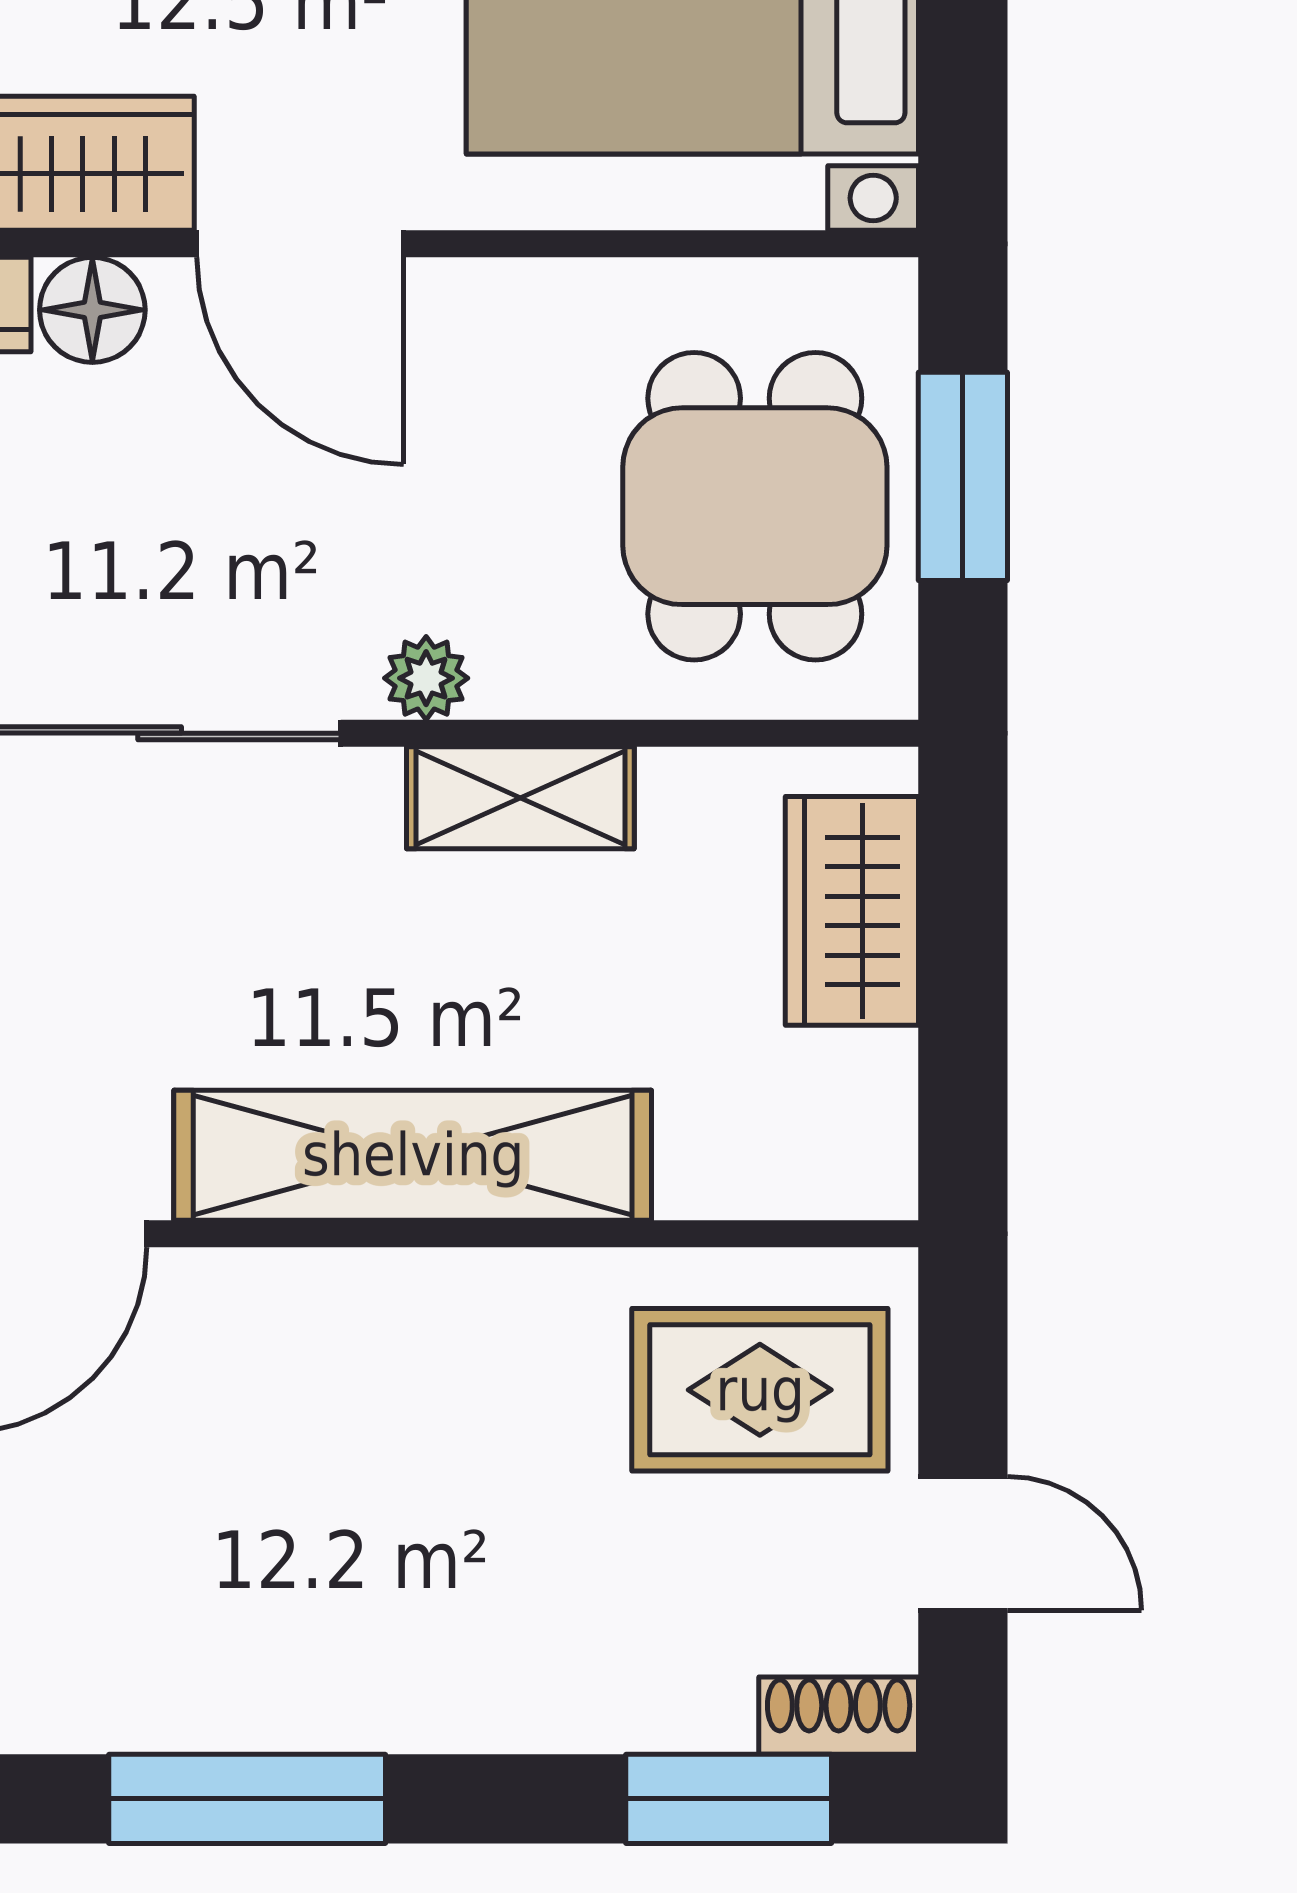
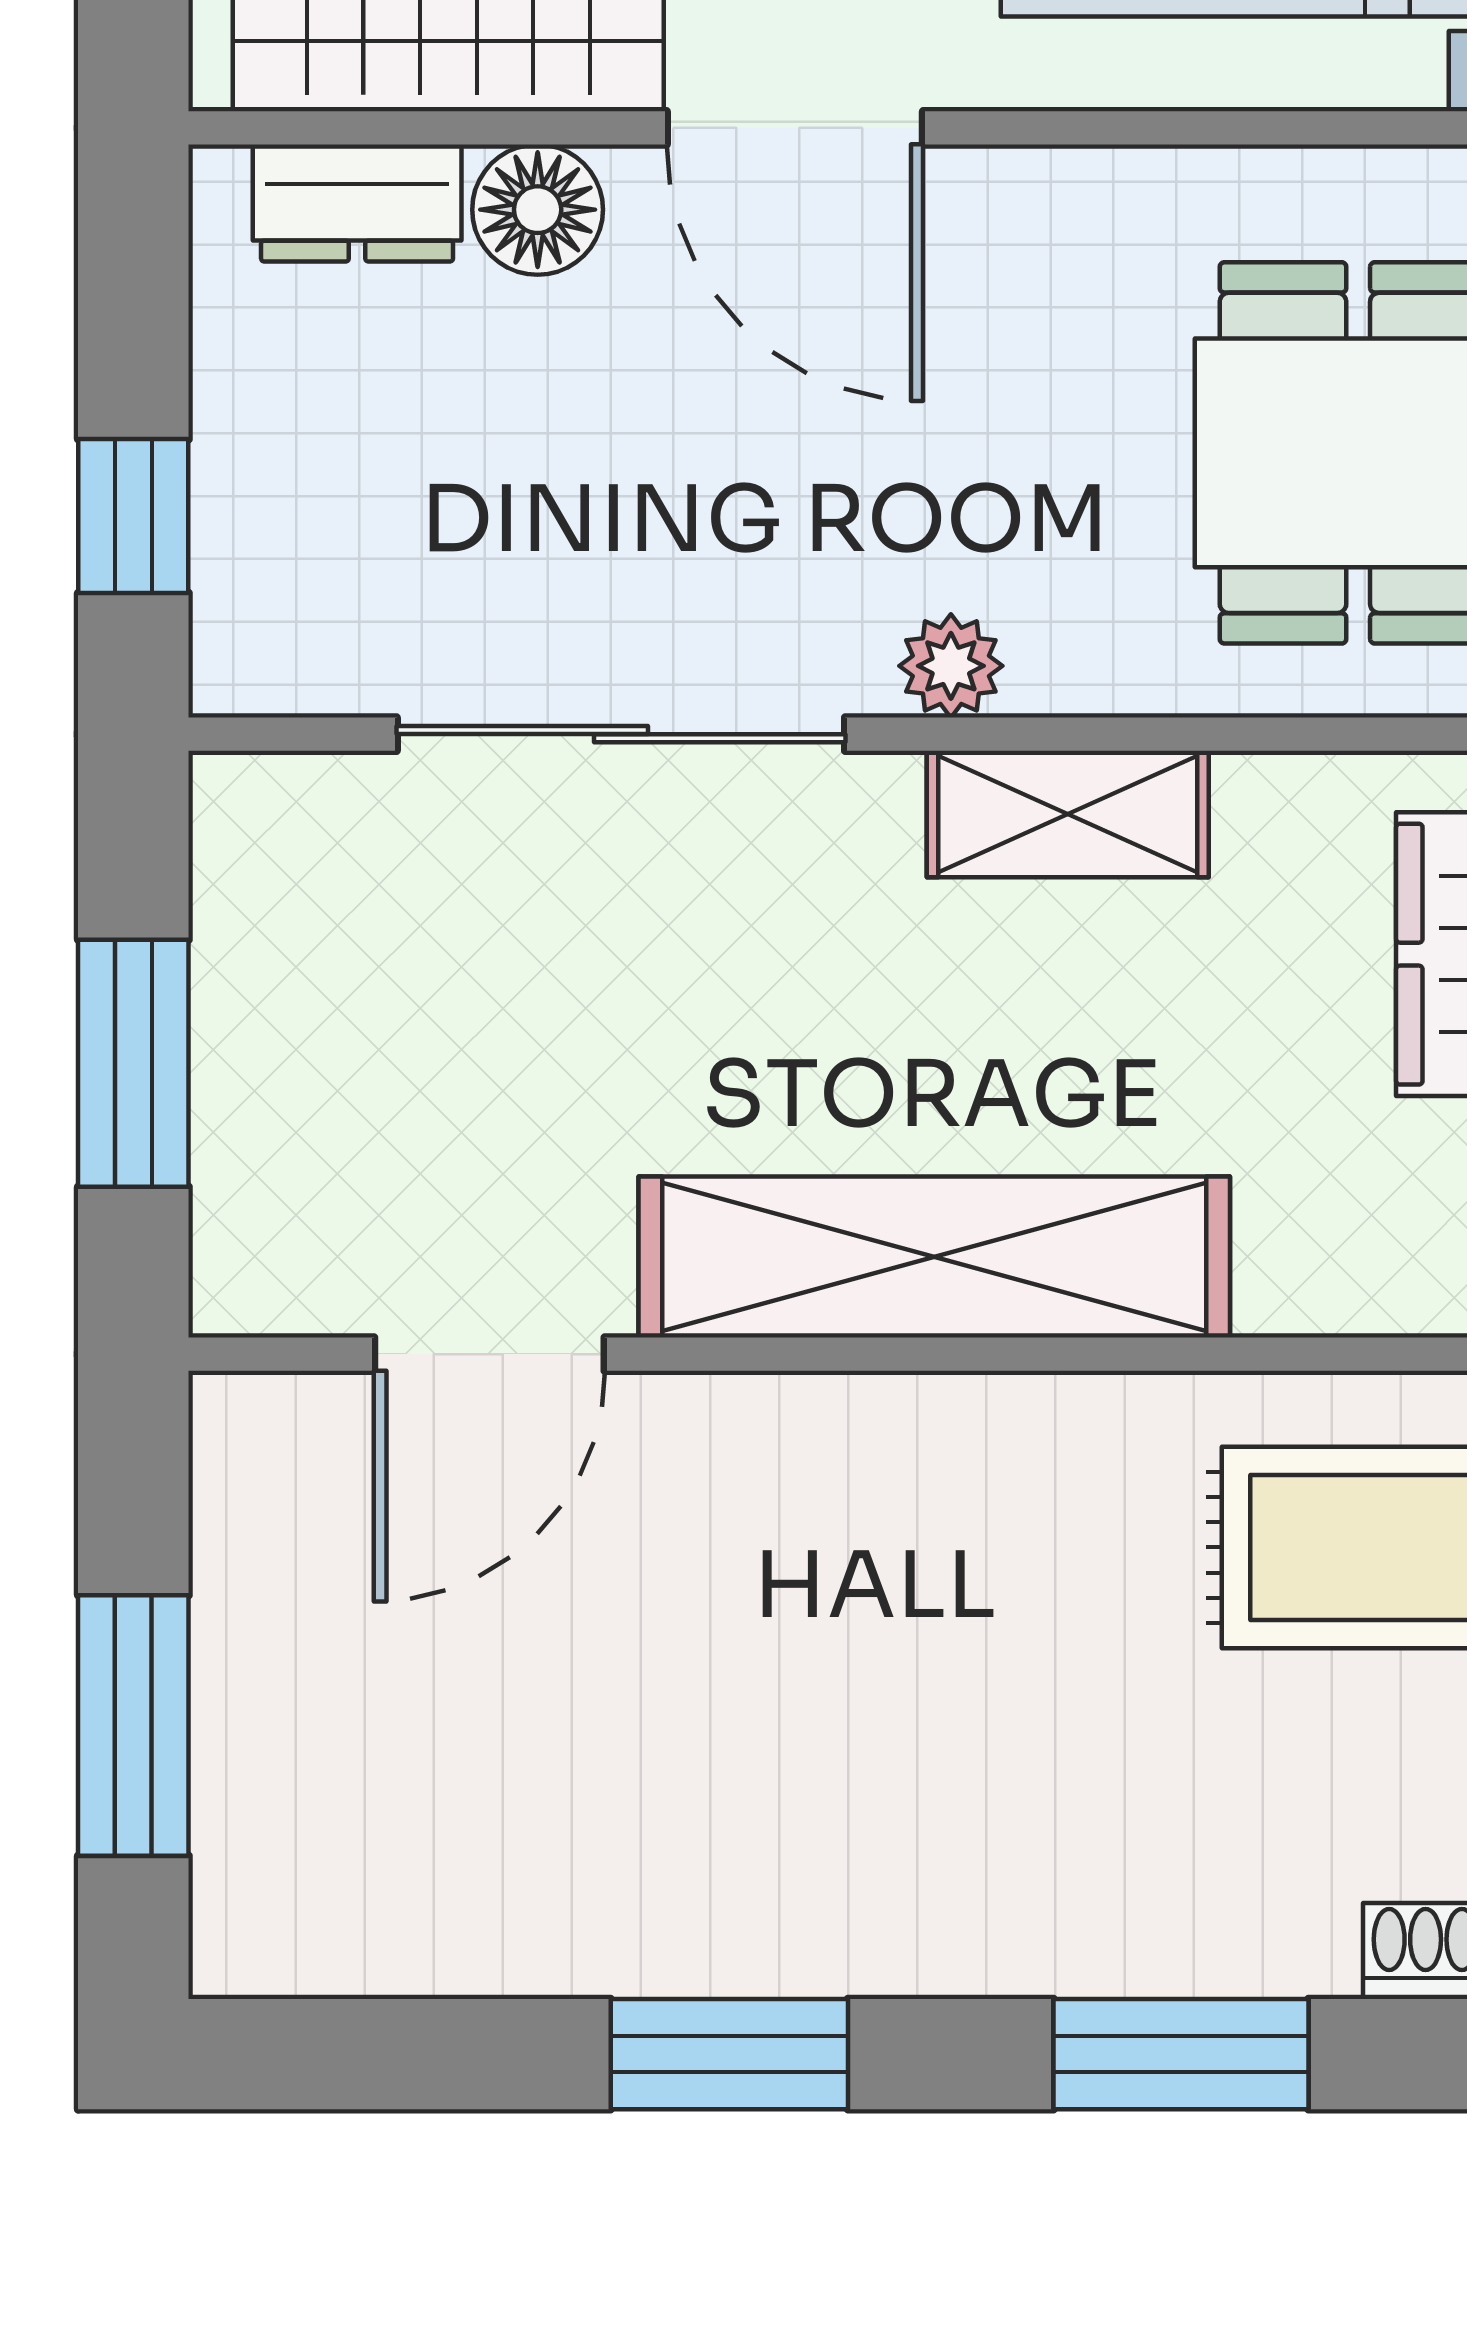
window: (247, 1799) -> (729, 2054), width x0.69
window: (729, 1799) -> (1181, 2054), moved

